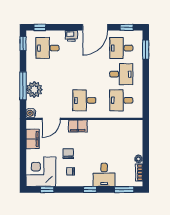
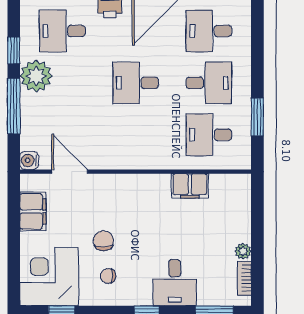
window: (23, 43) -> (14, 50), moved
window: (146, 50) -> (257, 117), moved
plant: (34, 90) -> (36, 76), moved
desk: (84, 100) -> (136, 83), moved
door: (51, 119) -> (70, 172), swing flipped
filing cabinet: (78, 126) -> (190, 186), moved

